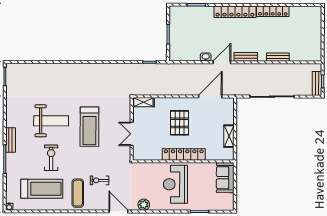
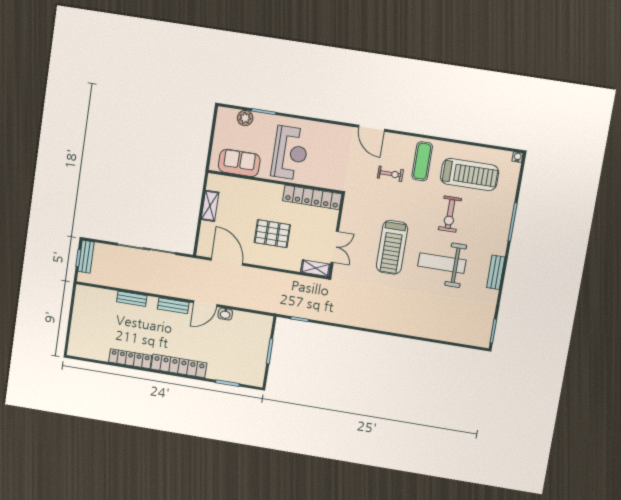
door: (210, 96) -> (227, 262), swing flipped
pallet: (180, 123) -> (272, 234), turned 90
treadmill: (89, 127) -> (392, 247), turned 180
double door: (132, 134) -> (335, 247), moved
bench: (11, 140) -> (496, 272), moved
locker: (184, 154) -> (312, 197), moved
sofa: (225, 178) -> (239, 163), moved, turned -90
treadmill: (42, 189) -> (470, 175), turned 180
plant: (144, 205) -> (245, 118), moved

